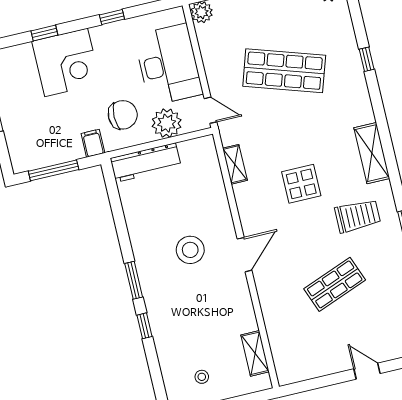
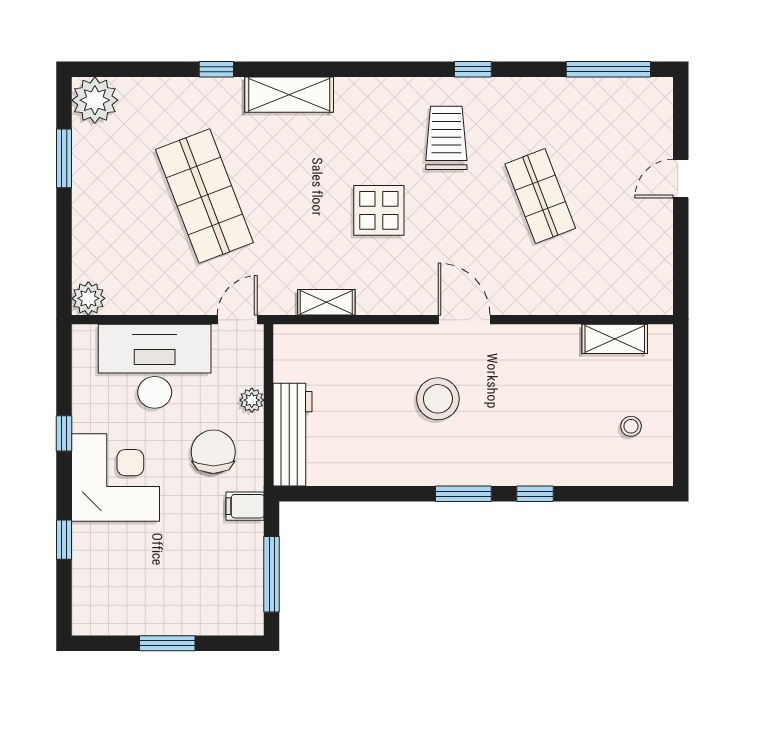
corner desk: (66, 62) -> (115, 478), moved
shop shelf: (284, 71) -> (204, 196), turned -39
plant: (167, 123) -> (252, 400), width x0.53, depth x0.53
shelving: (372, 153) -> (289, 95), moved

